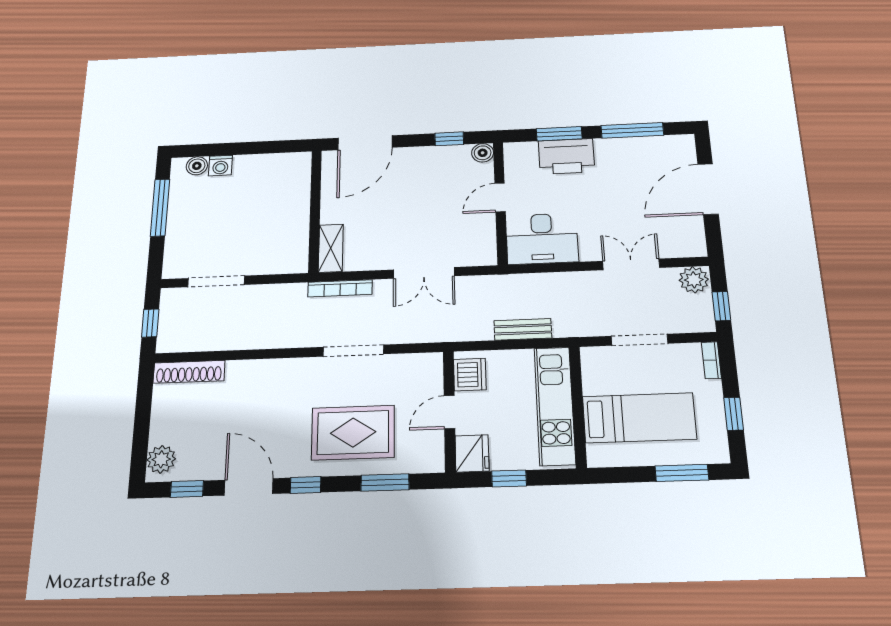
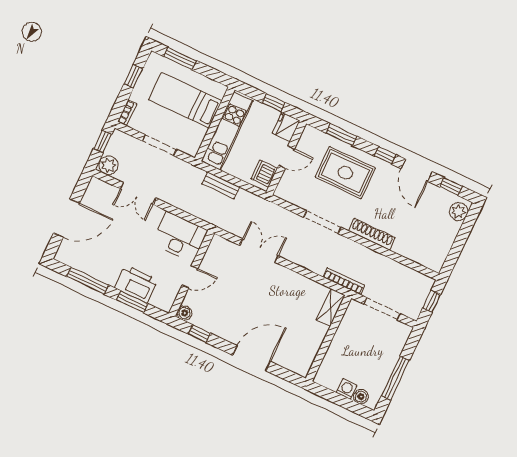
wall: (315, 211) -> (329, 338), moved
shelving: (331, 248) -> (331, 308), moved
bookcase: (340, 288) -> (344, 281), moved
shoe rack: (189, 372) -> (372, 234), moved

